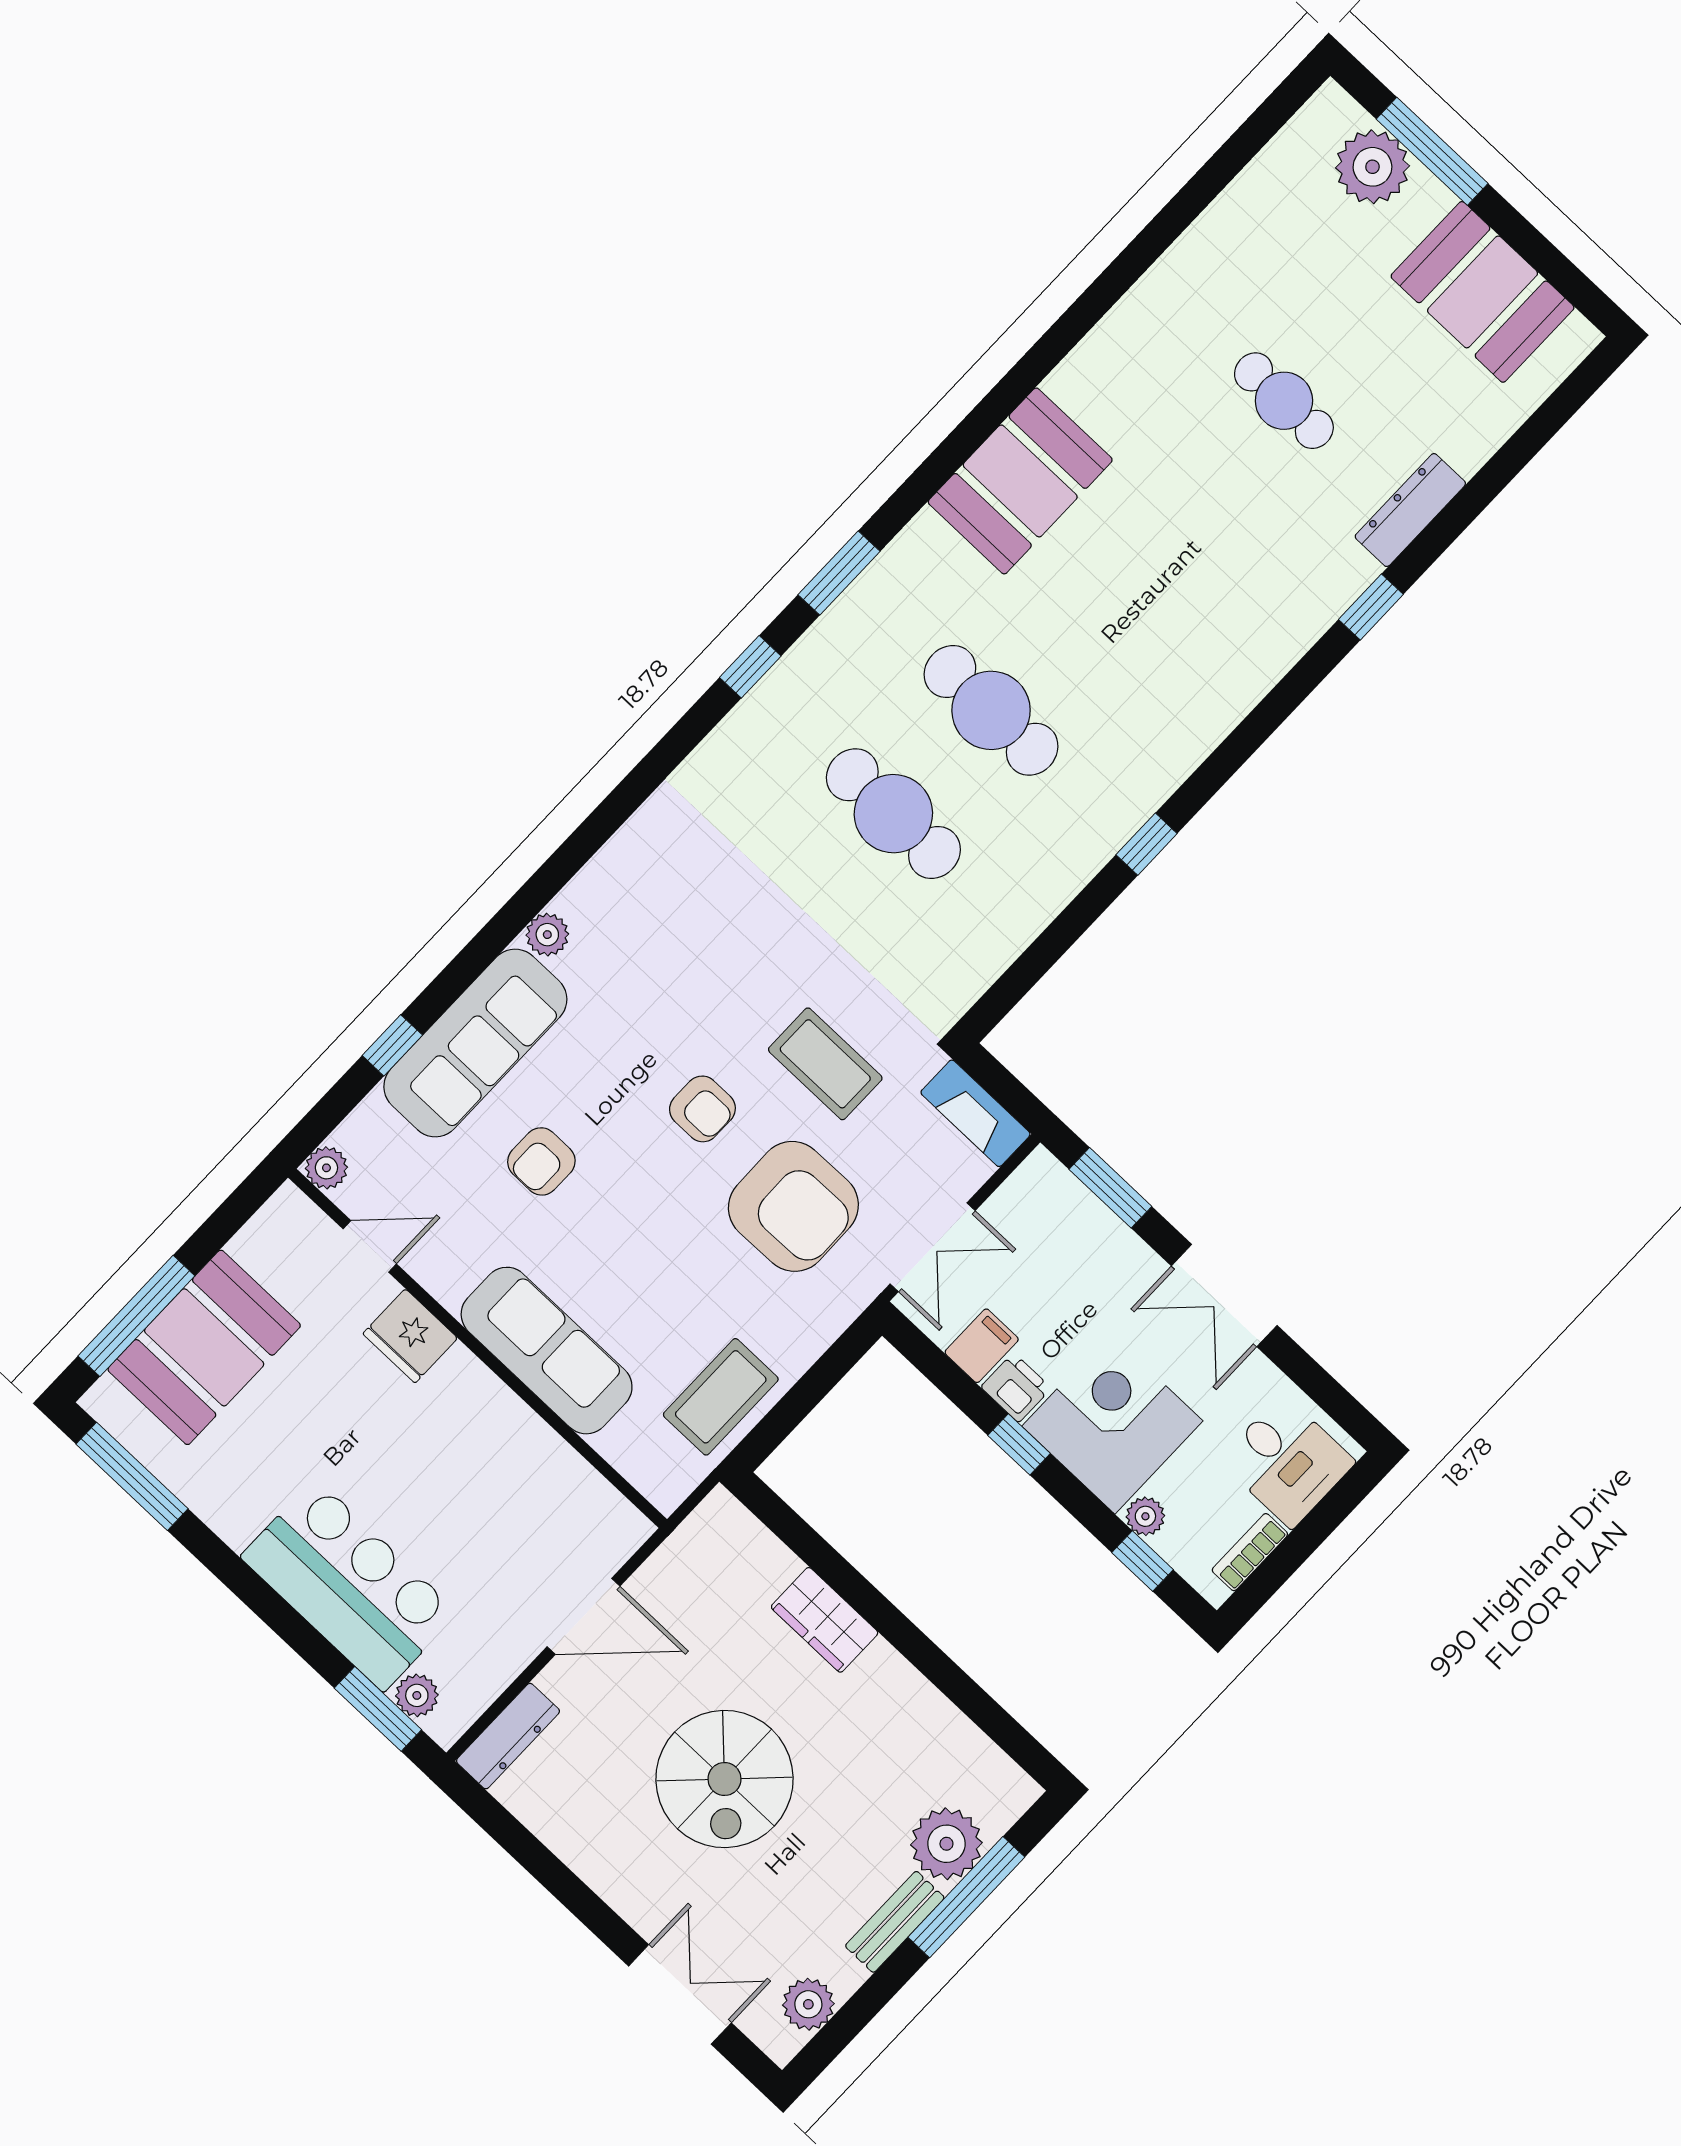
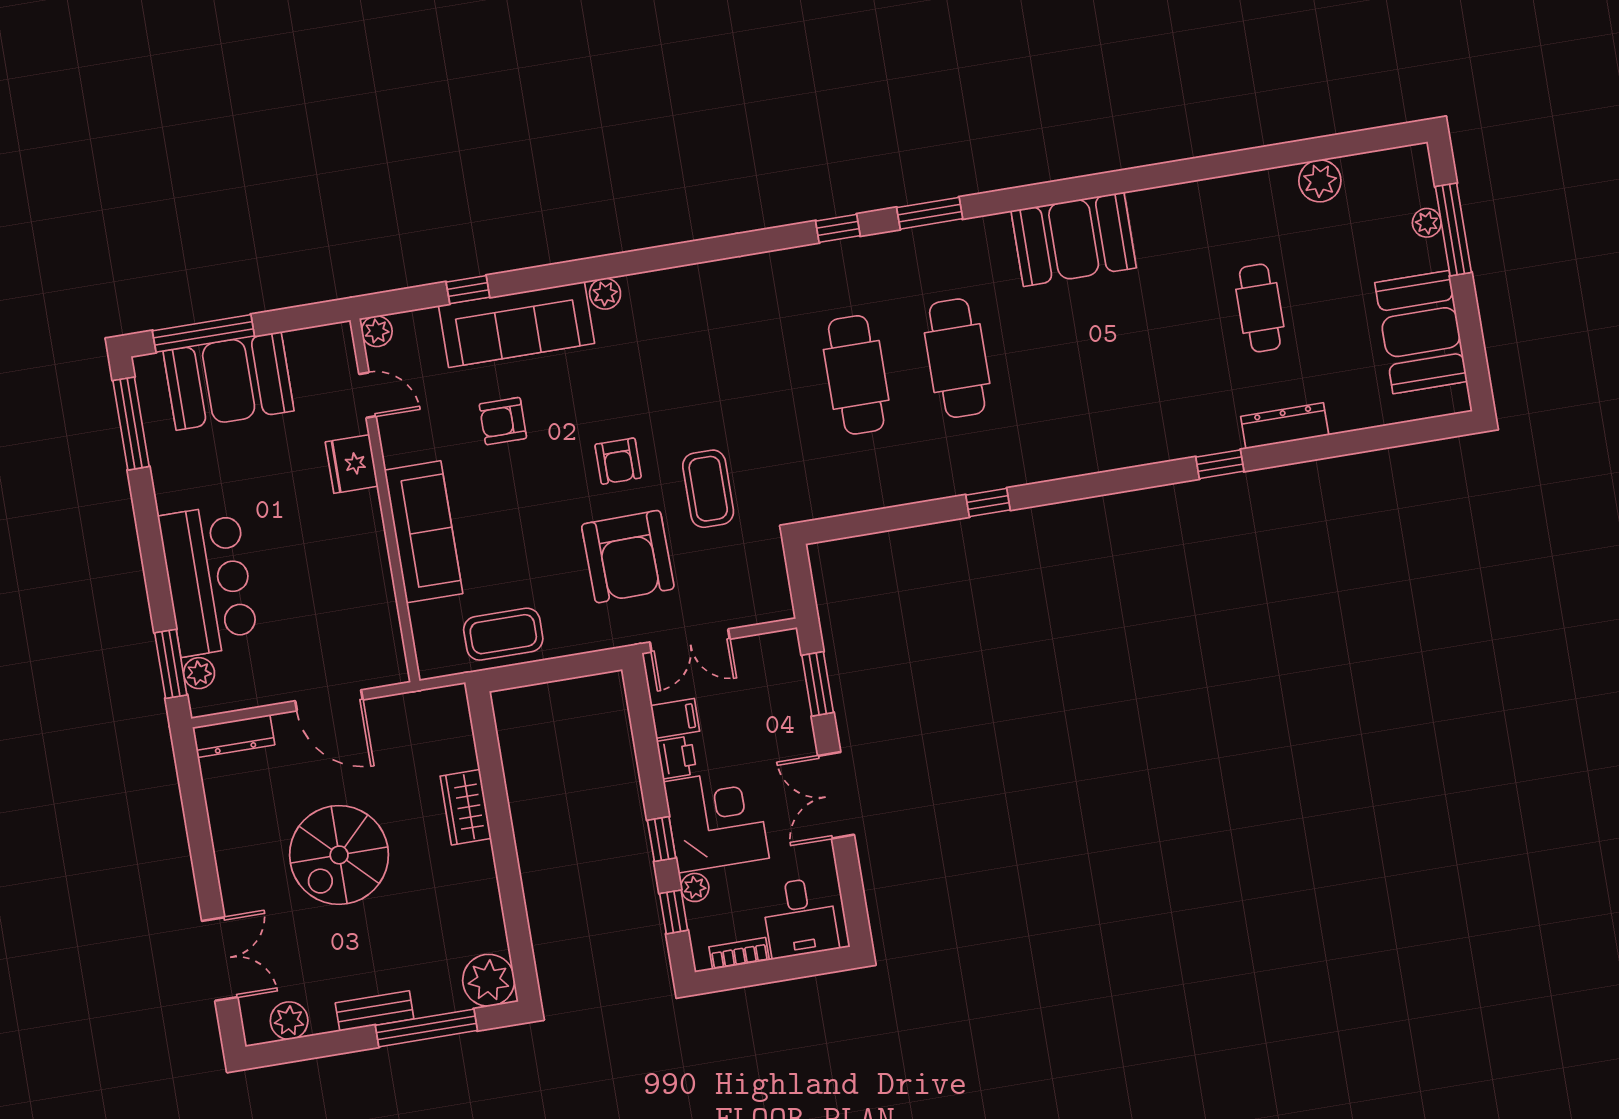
plant: (1372, 167) -> (1427, 223), width x0.53, depth x0.53
plant: (1244, 209) -> (1320, 181), added
fireplace: (975, 1113) -> (773, 582), removed
window: (1019, 1444) -> (662, 839), moved
plant: (946, 1844) -> (489, 980), moved

